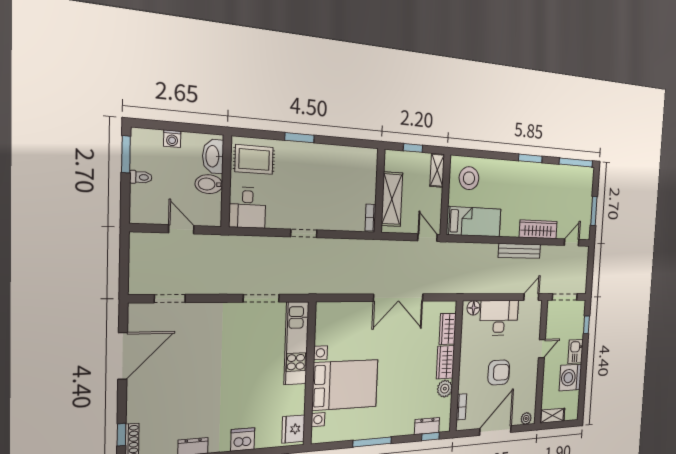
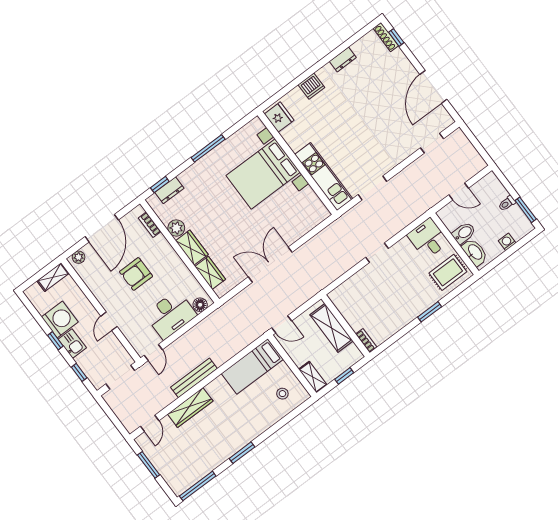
stool: (469, 178) -> (282, 394), width x0.53, depth x0.53
bookcase: (370, 218) -> (366, 340), moved
window: (584, 363) -> (55, 341), added

